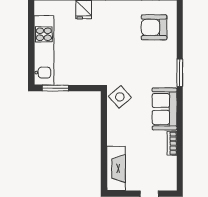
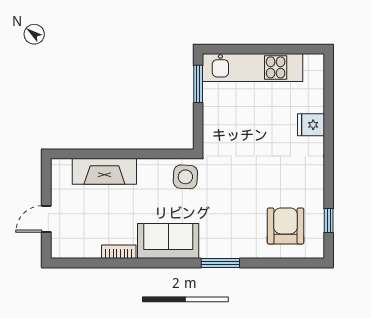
side table: (120, 97) -> (185, 177), turned 45
fireplace: (116, 168) -> (104, 171), moved

